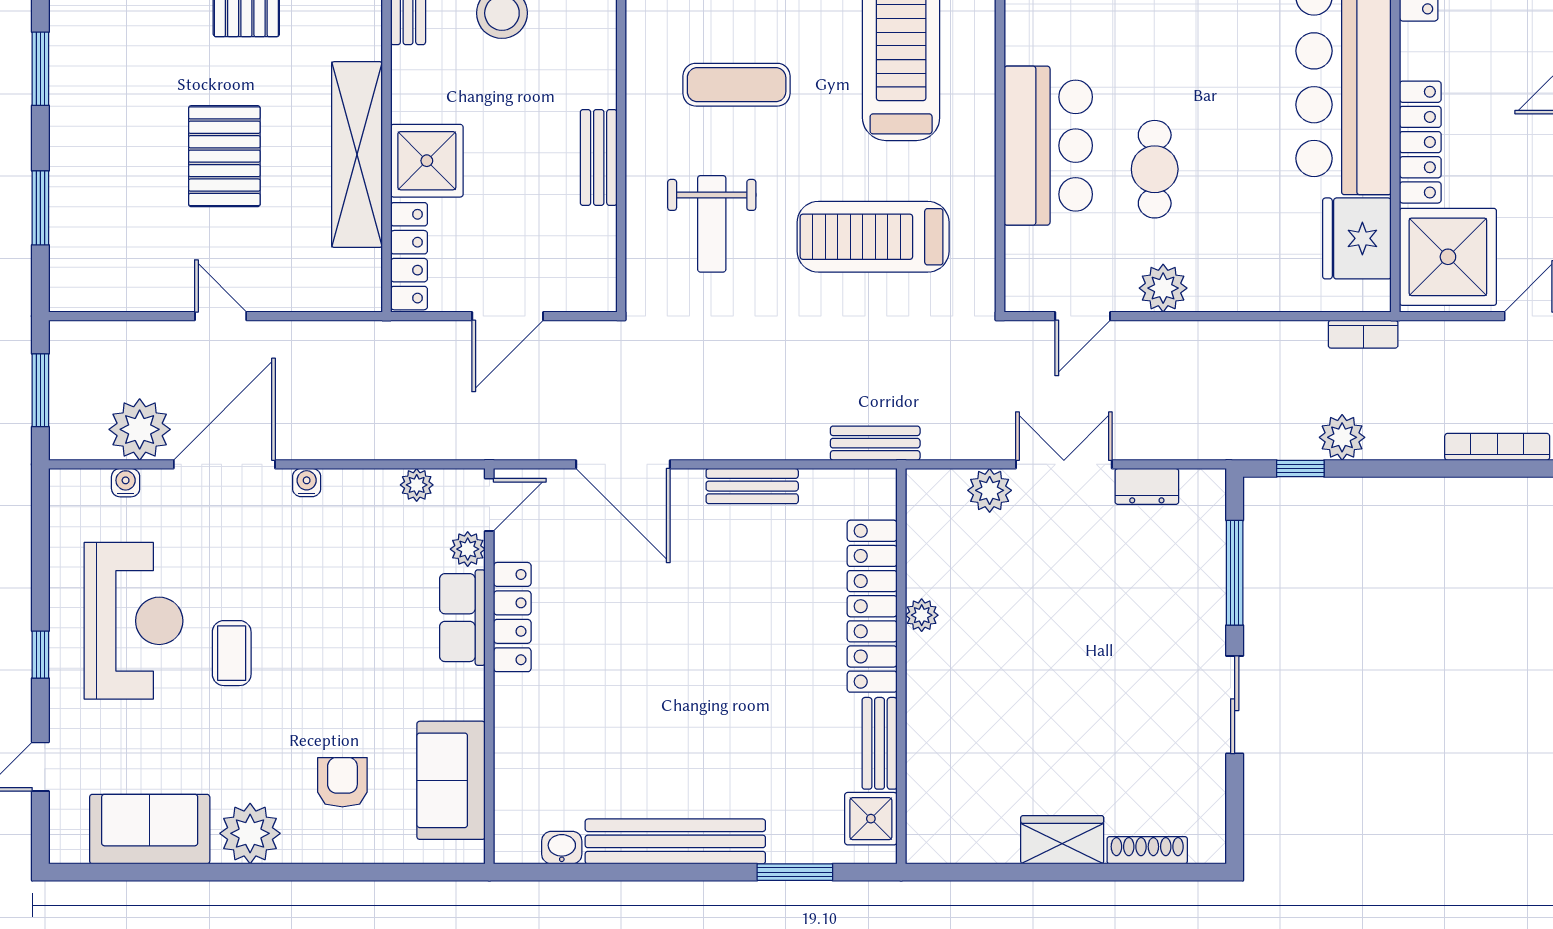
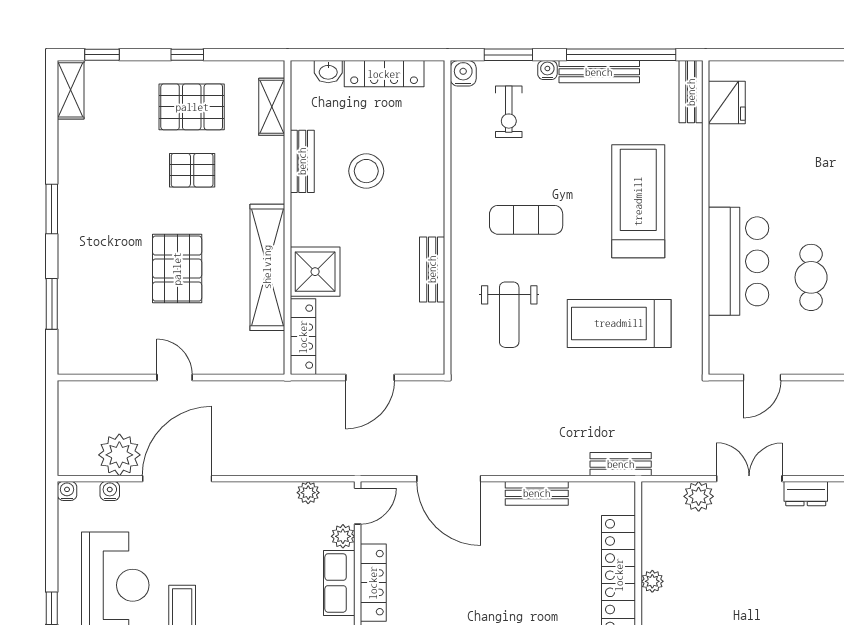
plant: (1163, 288) -> (817, 358), removed
window: (40, 390) -> (52, 428), removed
water cooler: (307, 483) -> (67, 491), moved

